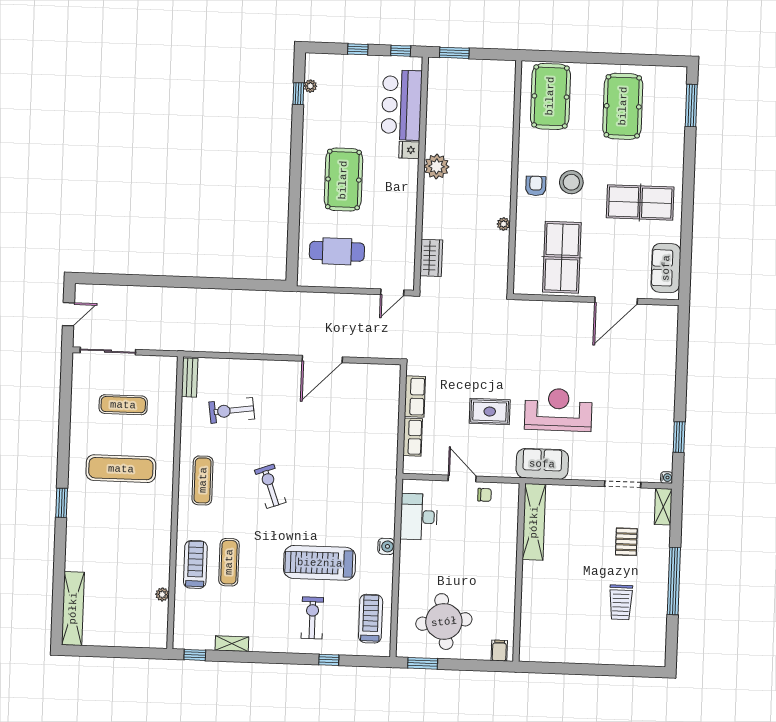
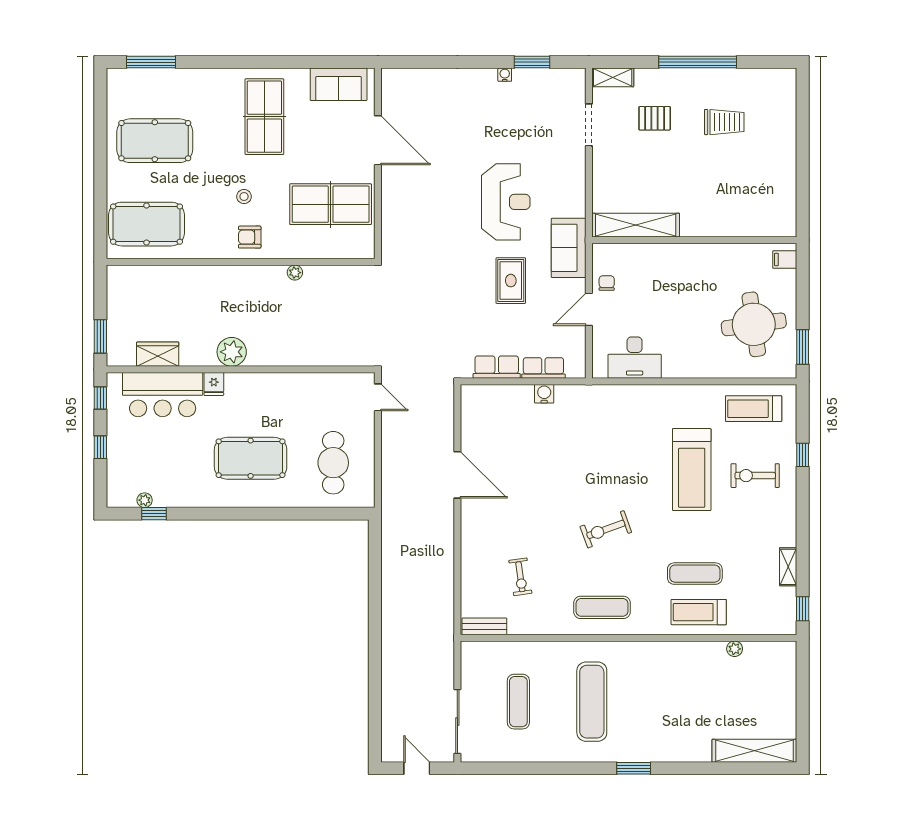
stool: (571, 182) -> (244, 197), width x0.53, depth x0.53
wardrobe: (431, 258) -> (158, 354), moved
exercise bike: (232, 410) -> (520, 577), width x0.73, depth x0.72
reception desk: (558, 410) -> (506, 202), turned 180
sofa: (542, 464) -> (569, 248), moved
water cooler: (667, 478) -> (505, 75), moved
water cooler: (386, 546) -> (544, 394), moved

